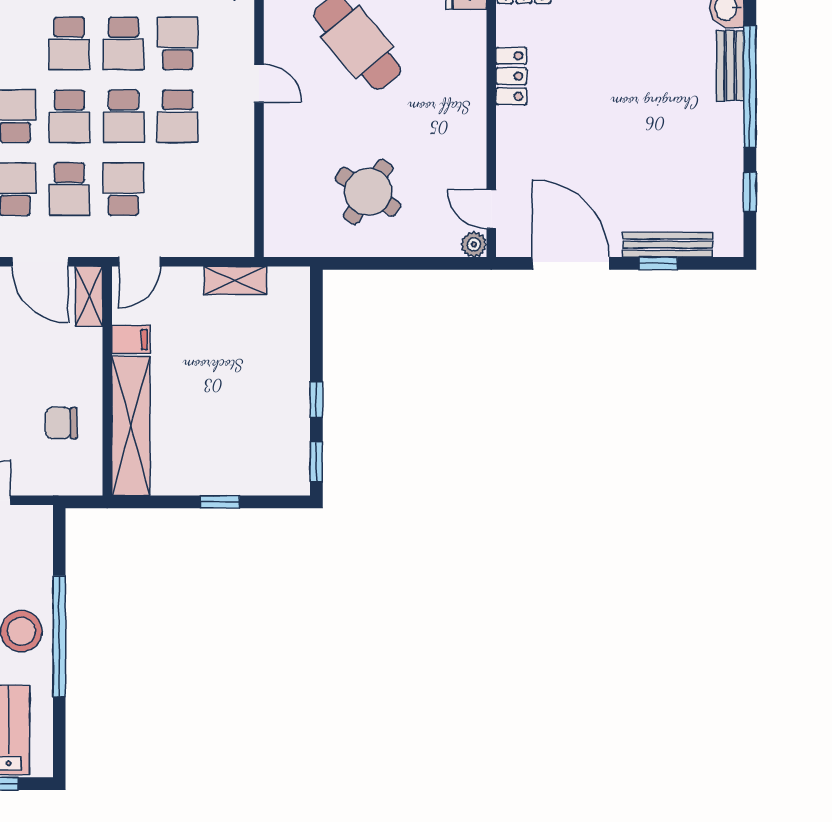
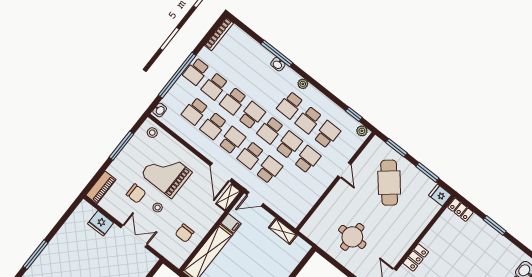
locker: (511, 76) -> (416, 258), moved
school desk: (123, 116) -> (289, 145), turned 180
school desk: (178, 116) -> (307, 159), turned 180
round table: (368, 192) -> (352, 237), turned -33
chair: (61, 423) -> (185, 233), turned -90

